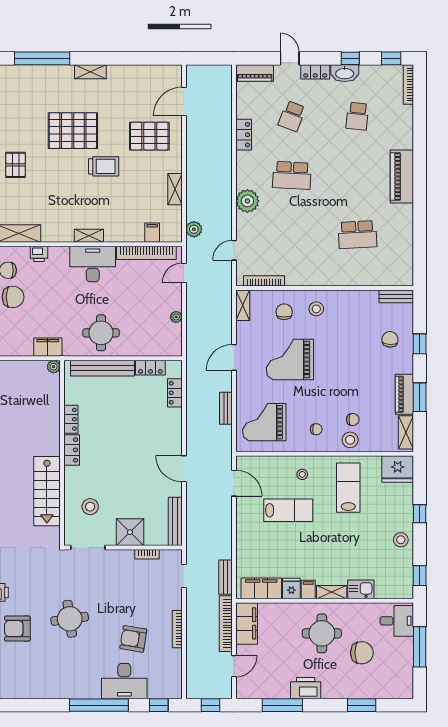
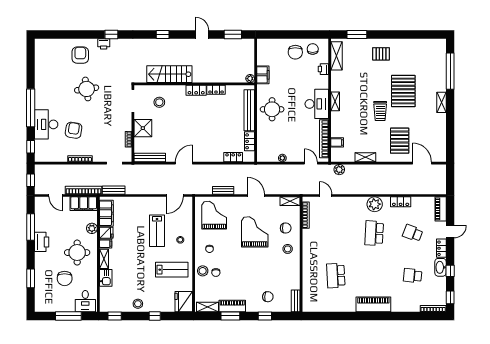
plant: (247, 201) -> (375, 204), moved
plant: (285, 611) -> (92, 228), added

